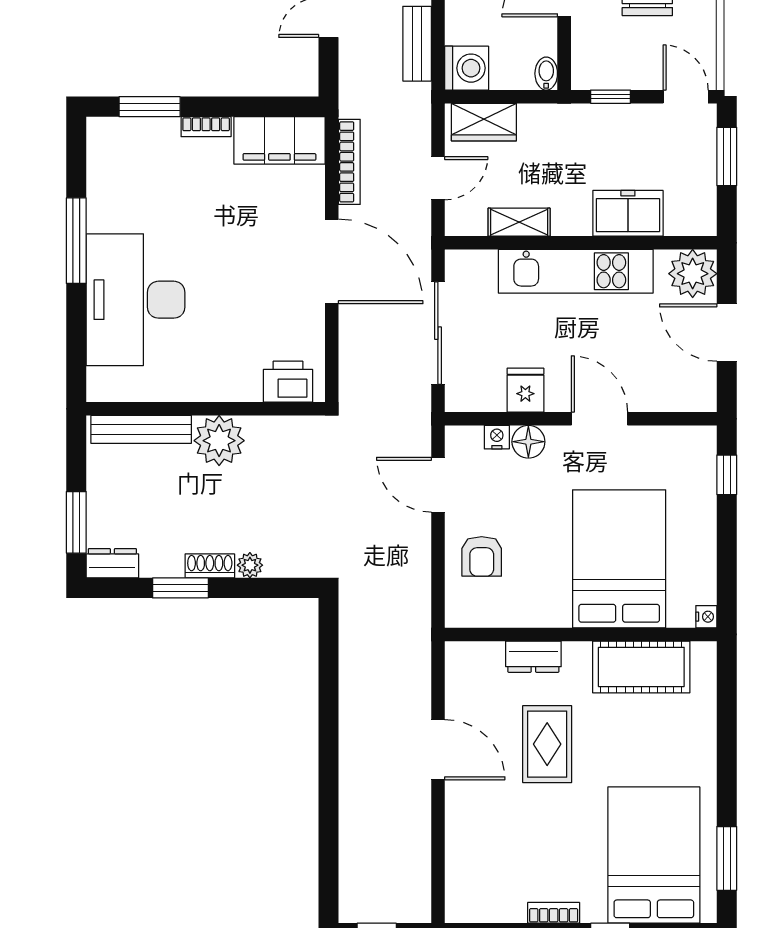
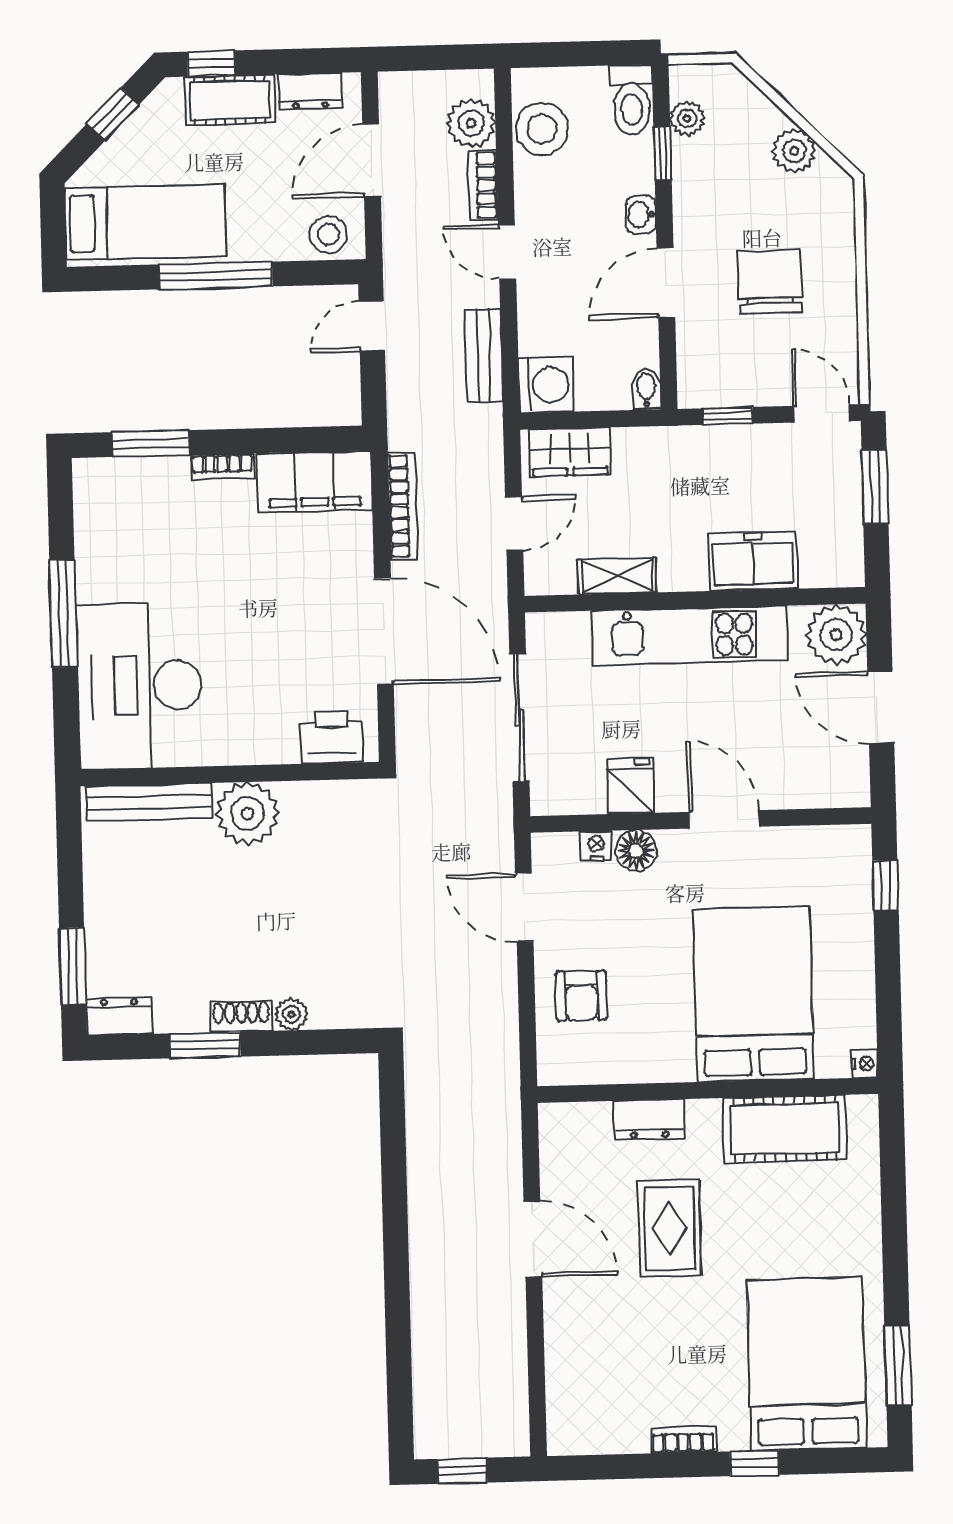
printer: (288, 382) -> (332, 738), moved
wall: (206, 409) -> (230, 774), moved
bench: (141, 429) -> (149, 802), moved
plant: (219, 441) -> (248, 813), moved

